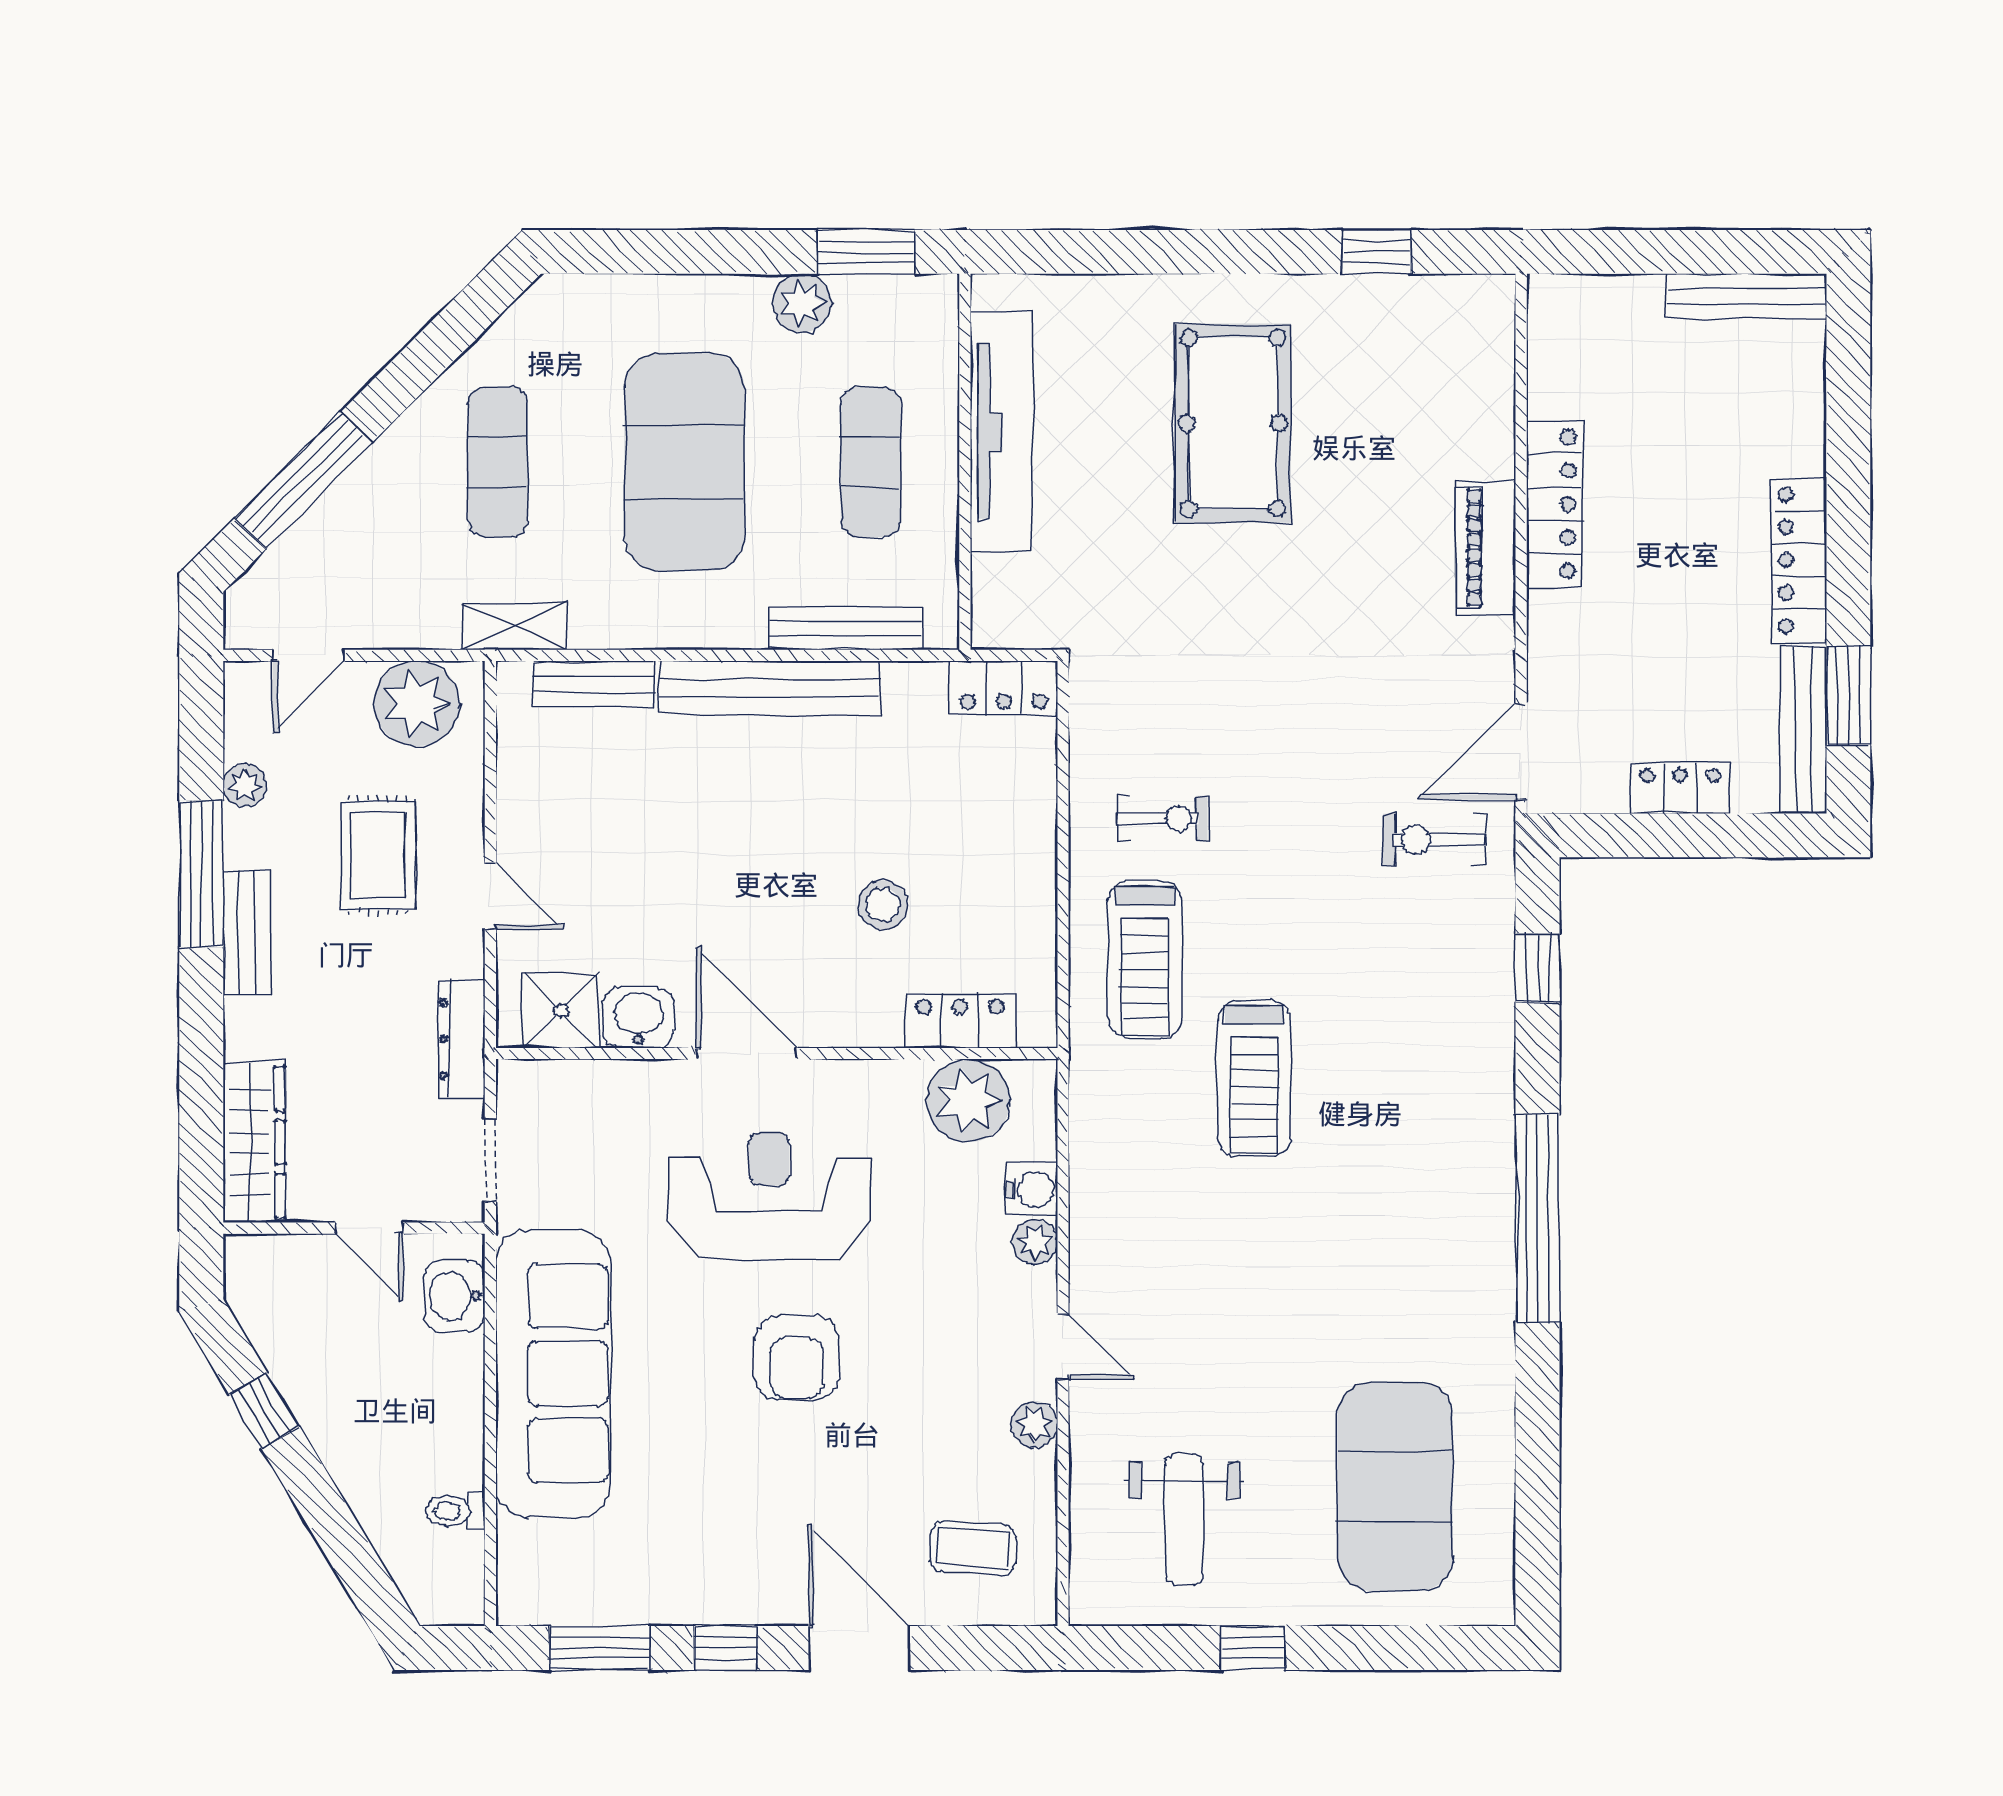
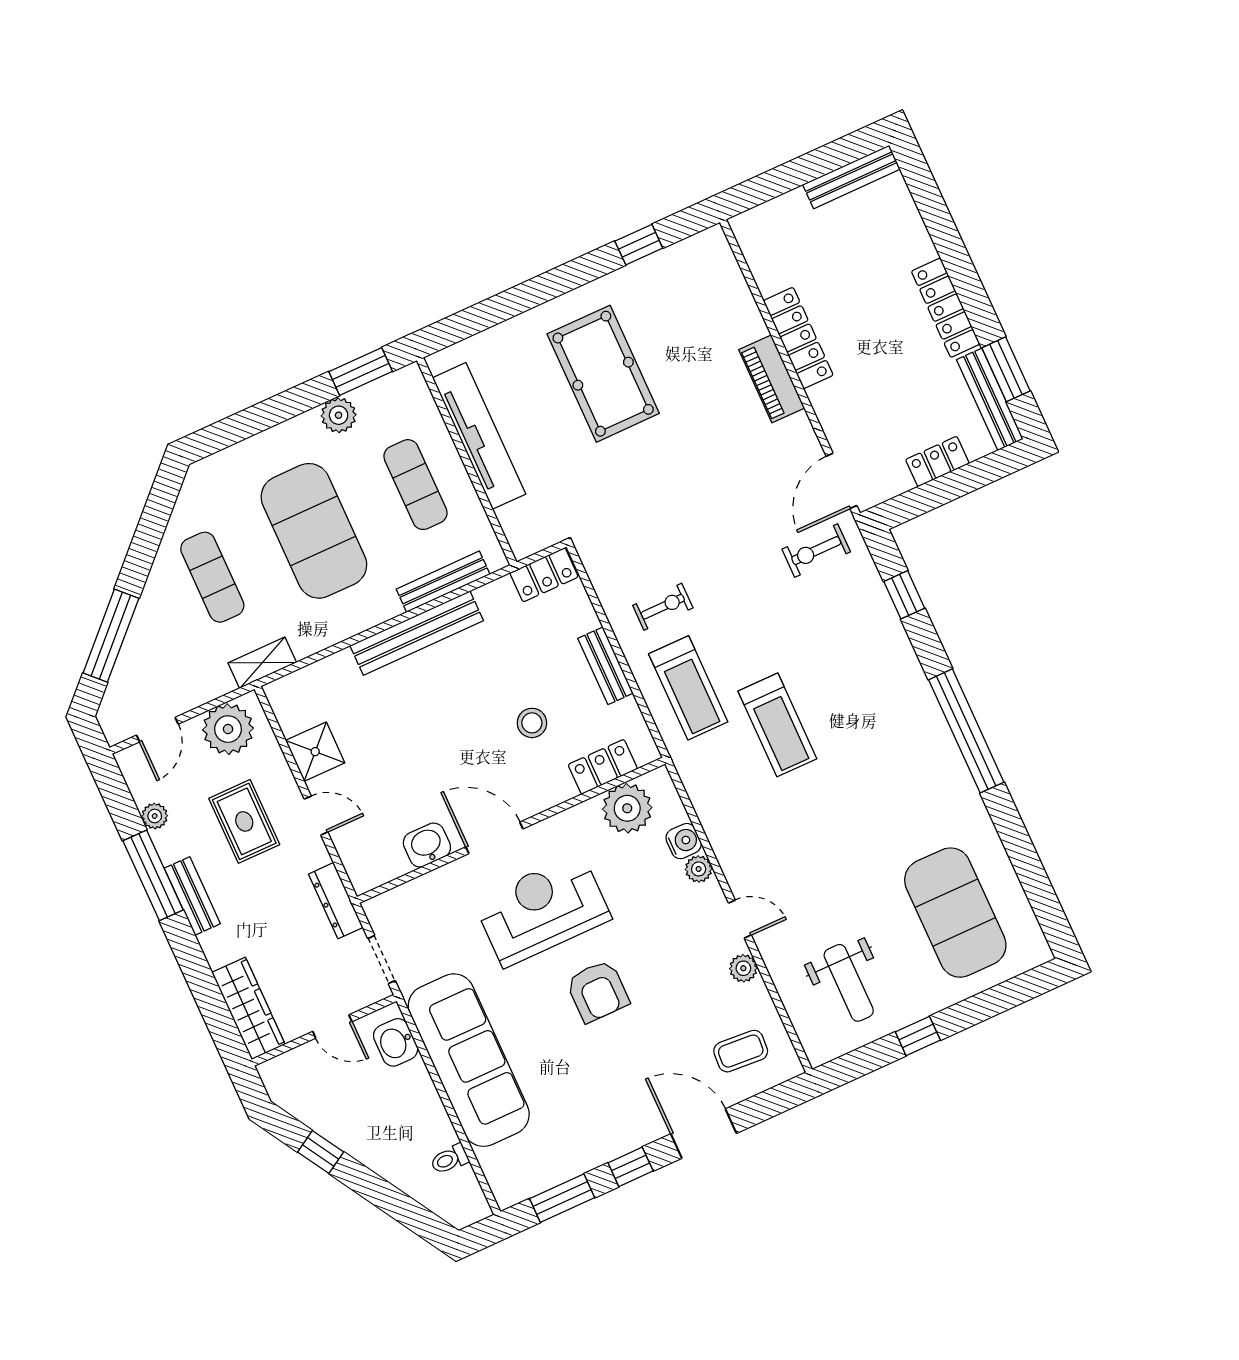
bench: (594, 684) -> (606, 666), moved, turned 90
shower: (561, 1010) -> (315, 752), moved

